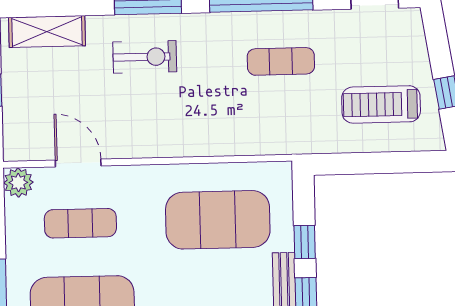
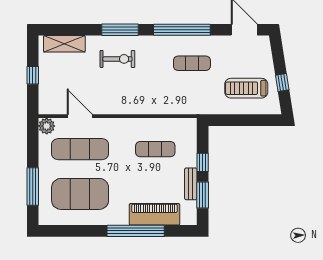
exercise mat: (218, 220) -> (155, 149), width x0.50, depth x0.69
exercise mat: (80, 223) -> (80, 149), width x1.36, depth x1.45

